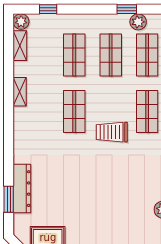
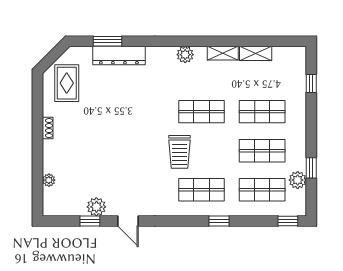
plant: (21, 22) -> (185, 55), moved
shelving: (20, 46) -> (256, 53), moved
trolley: (112, 132) -> (179, 152), turned 180

